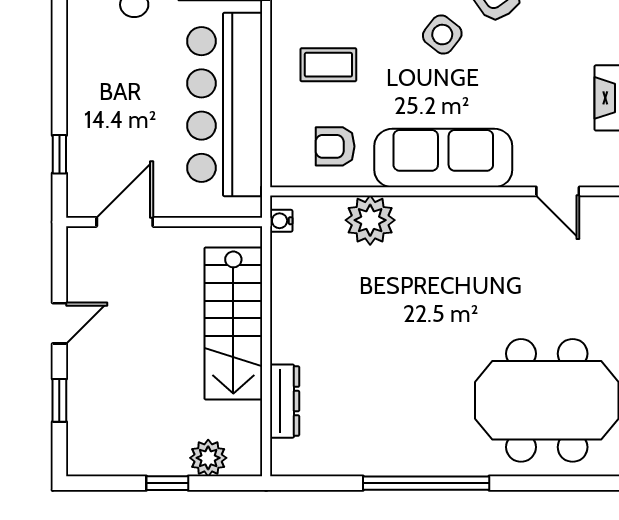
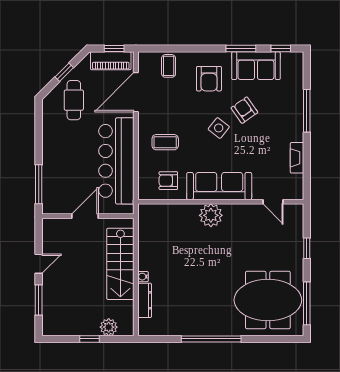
window: (59, 154) -> (39, 184), width x2.17
plant: (370, 220) -> (211, 215), moved
water cooler: (281, 221) -> (143, 277), moved
door: (125, 222) -> (85, 216), moved
window: (59, 400) -> (39, 300), width x1.50

